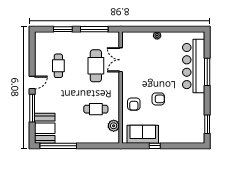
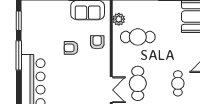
window: (207, 72) -> (19, 55), moved
cafe table: (96, 109) -> (138, 37), width x1.37, depth x1.35

